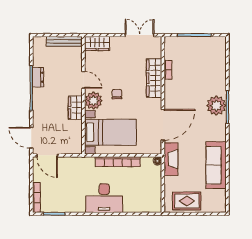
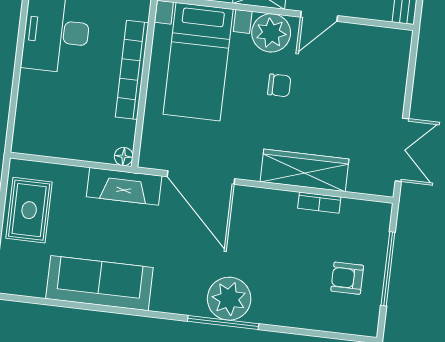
wardrobe: (97, 43) -> (394, 55), removed
armchair: (201, 53) -> (347, 278), added

